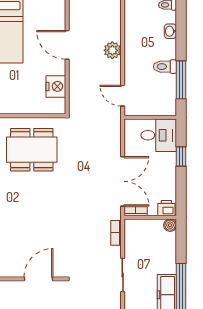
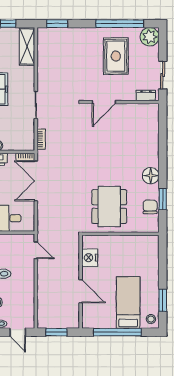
plant: (112, 50) -> (44, 287), removed
dining table: (32, 150) -> (109, 206), turned 90

